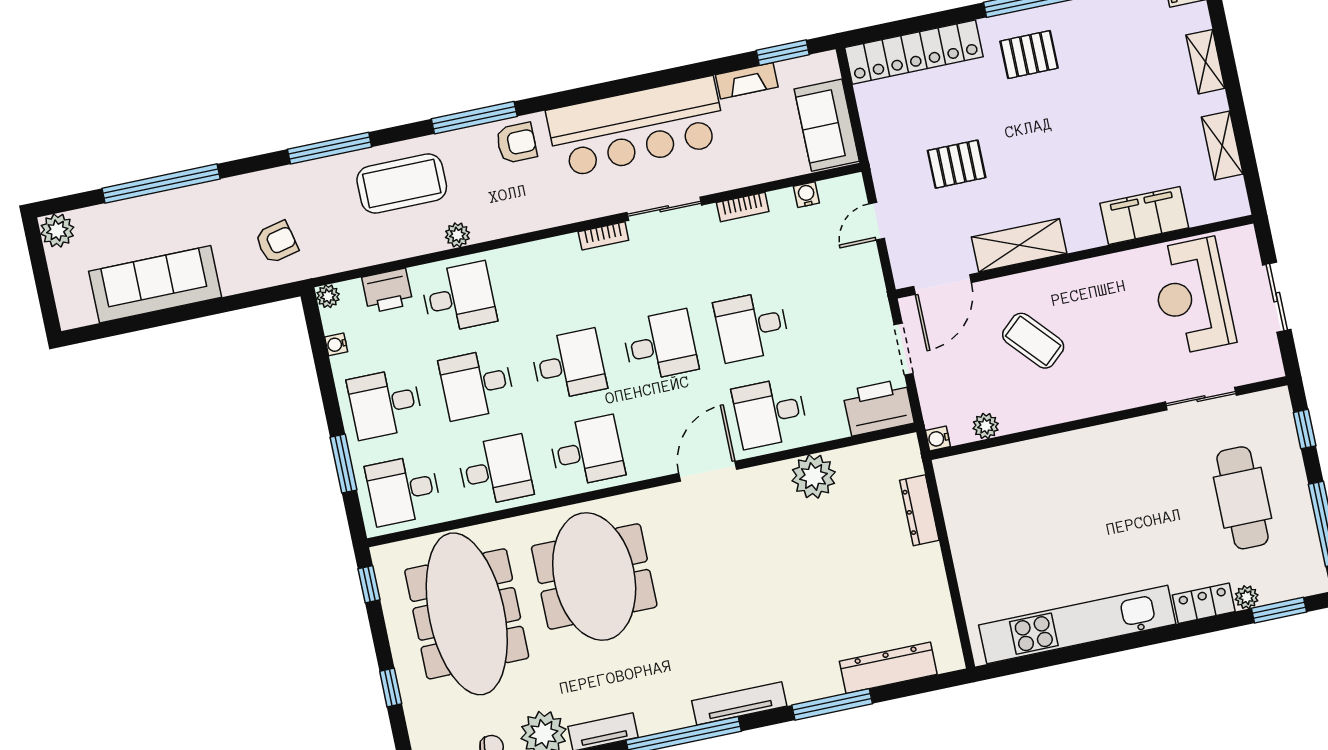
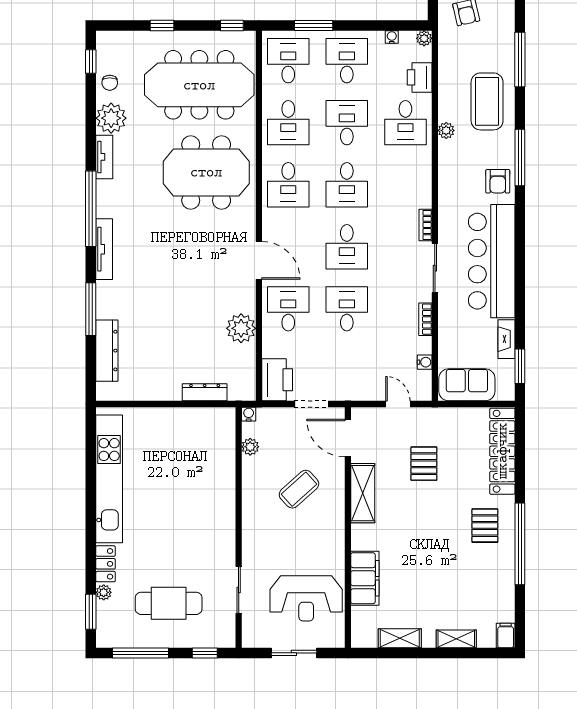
reception desk: (1192, 296) -> (306, 598), turned 180

